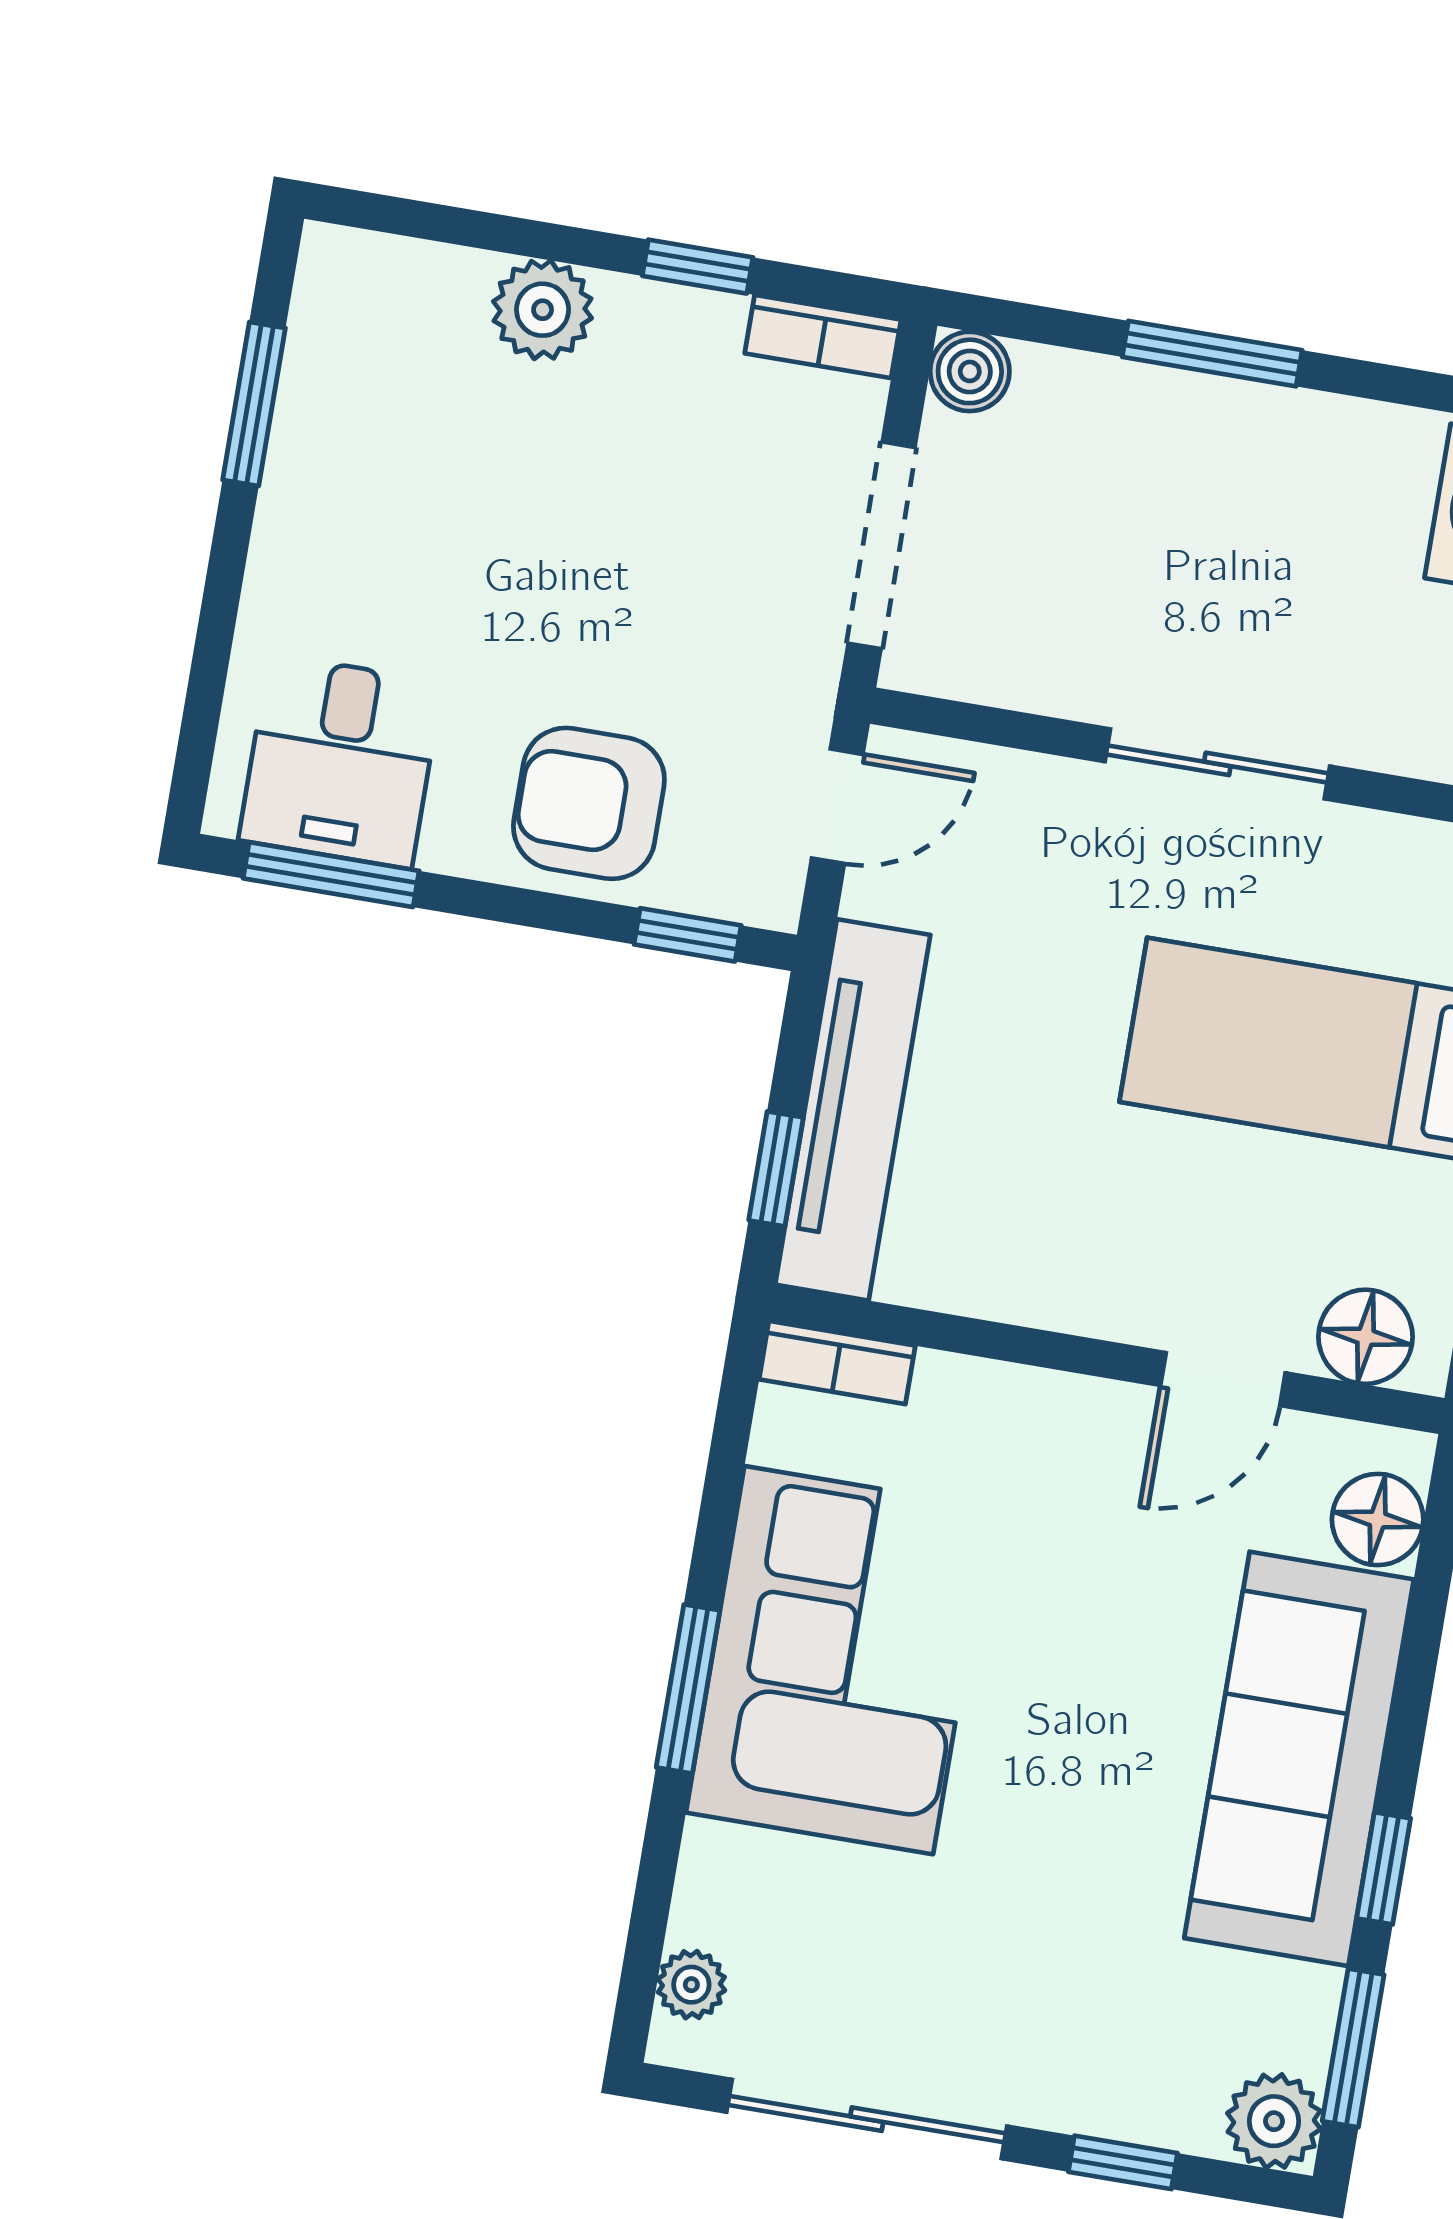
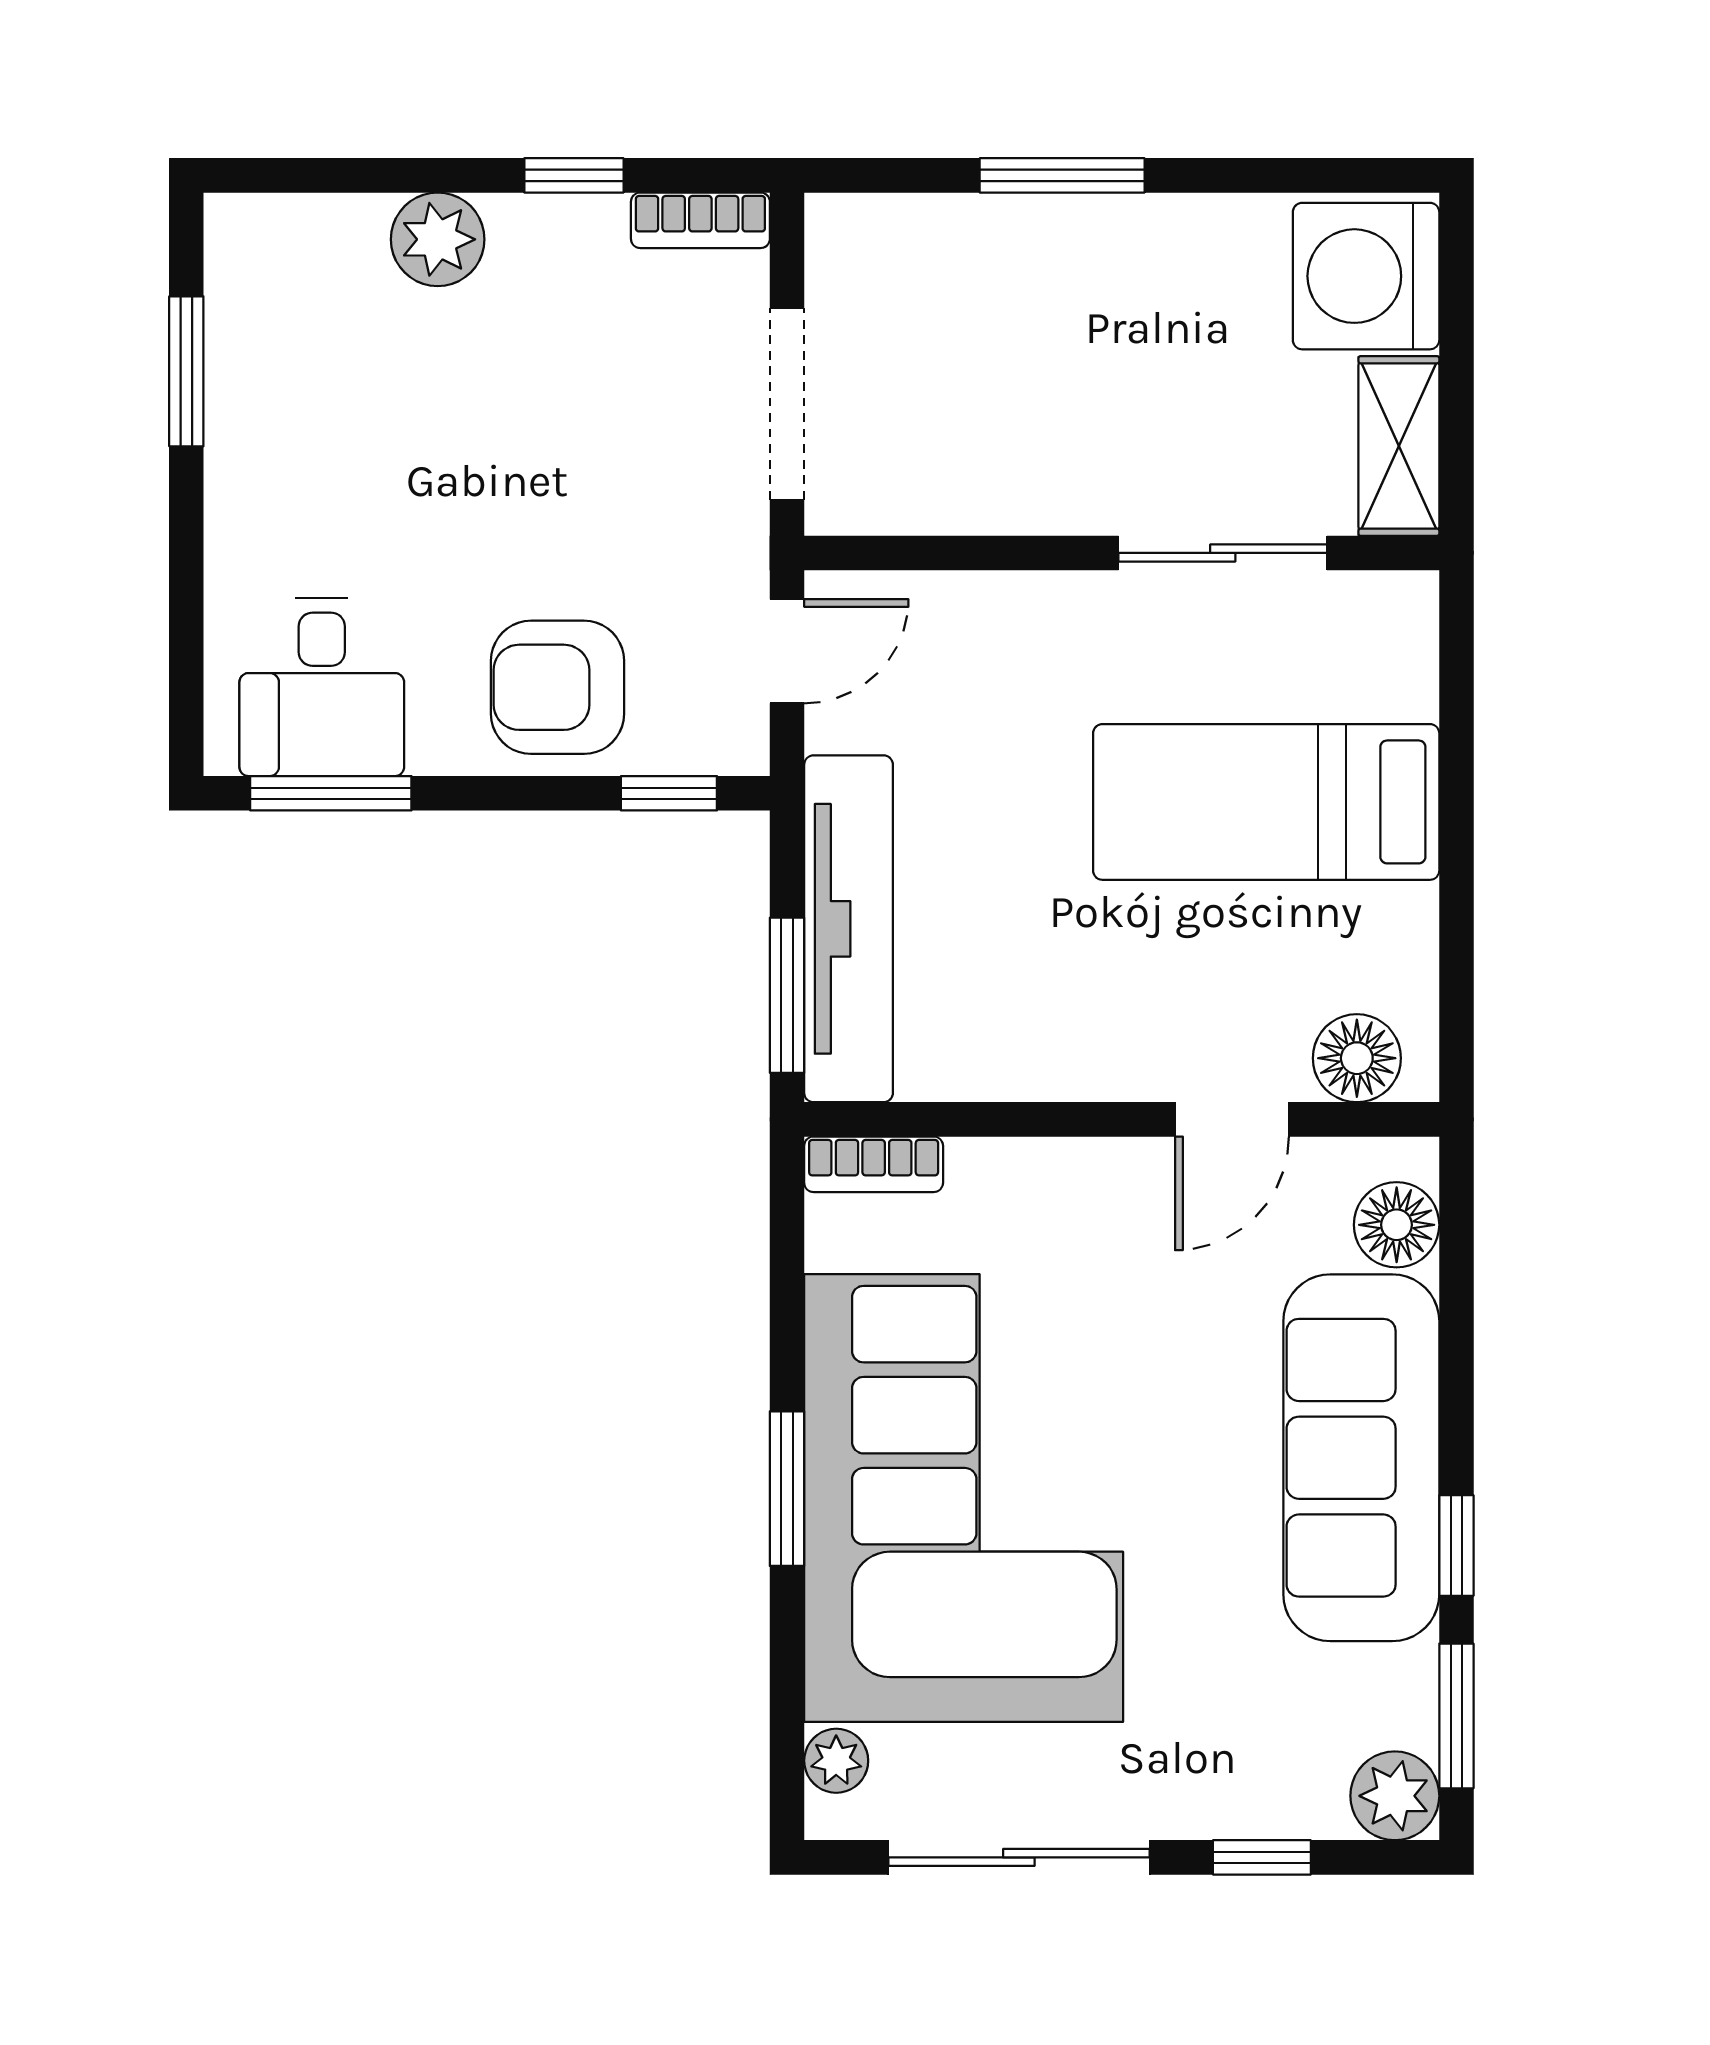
boiler: (970, 371) -> (841, 230), removed
sliding door: (1217, 764) -> (1223, 553), moved
window: (776, 1169) -> (787, 995), width x1.50
corner sofa: (839, 1660) -> (964, 1498), width x1.36, depth x1.36

